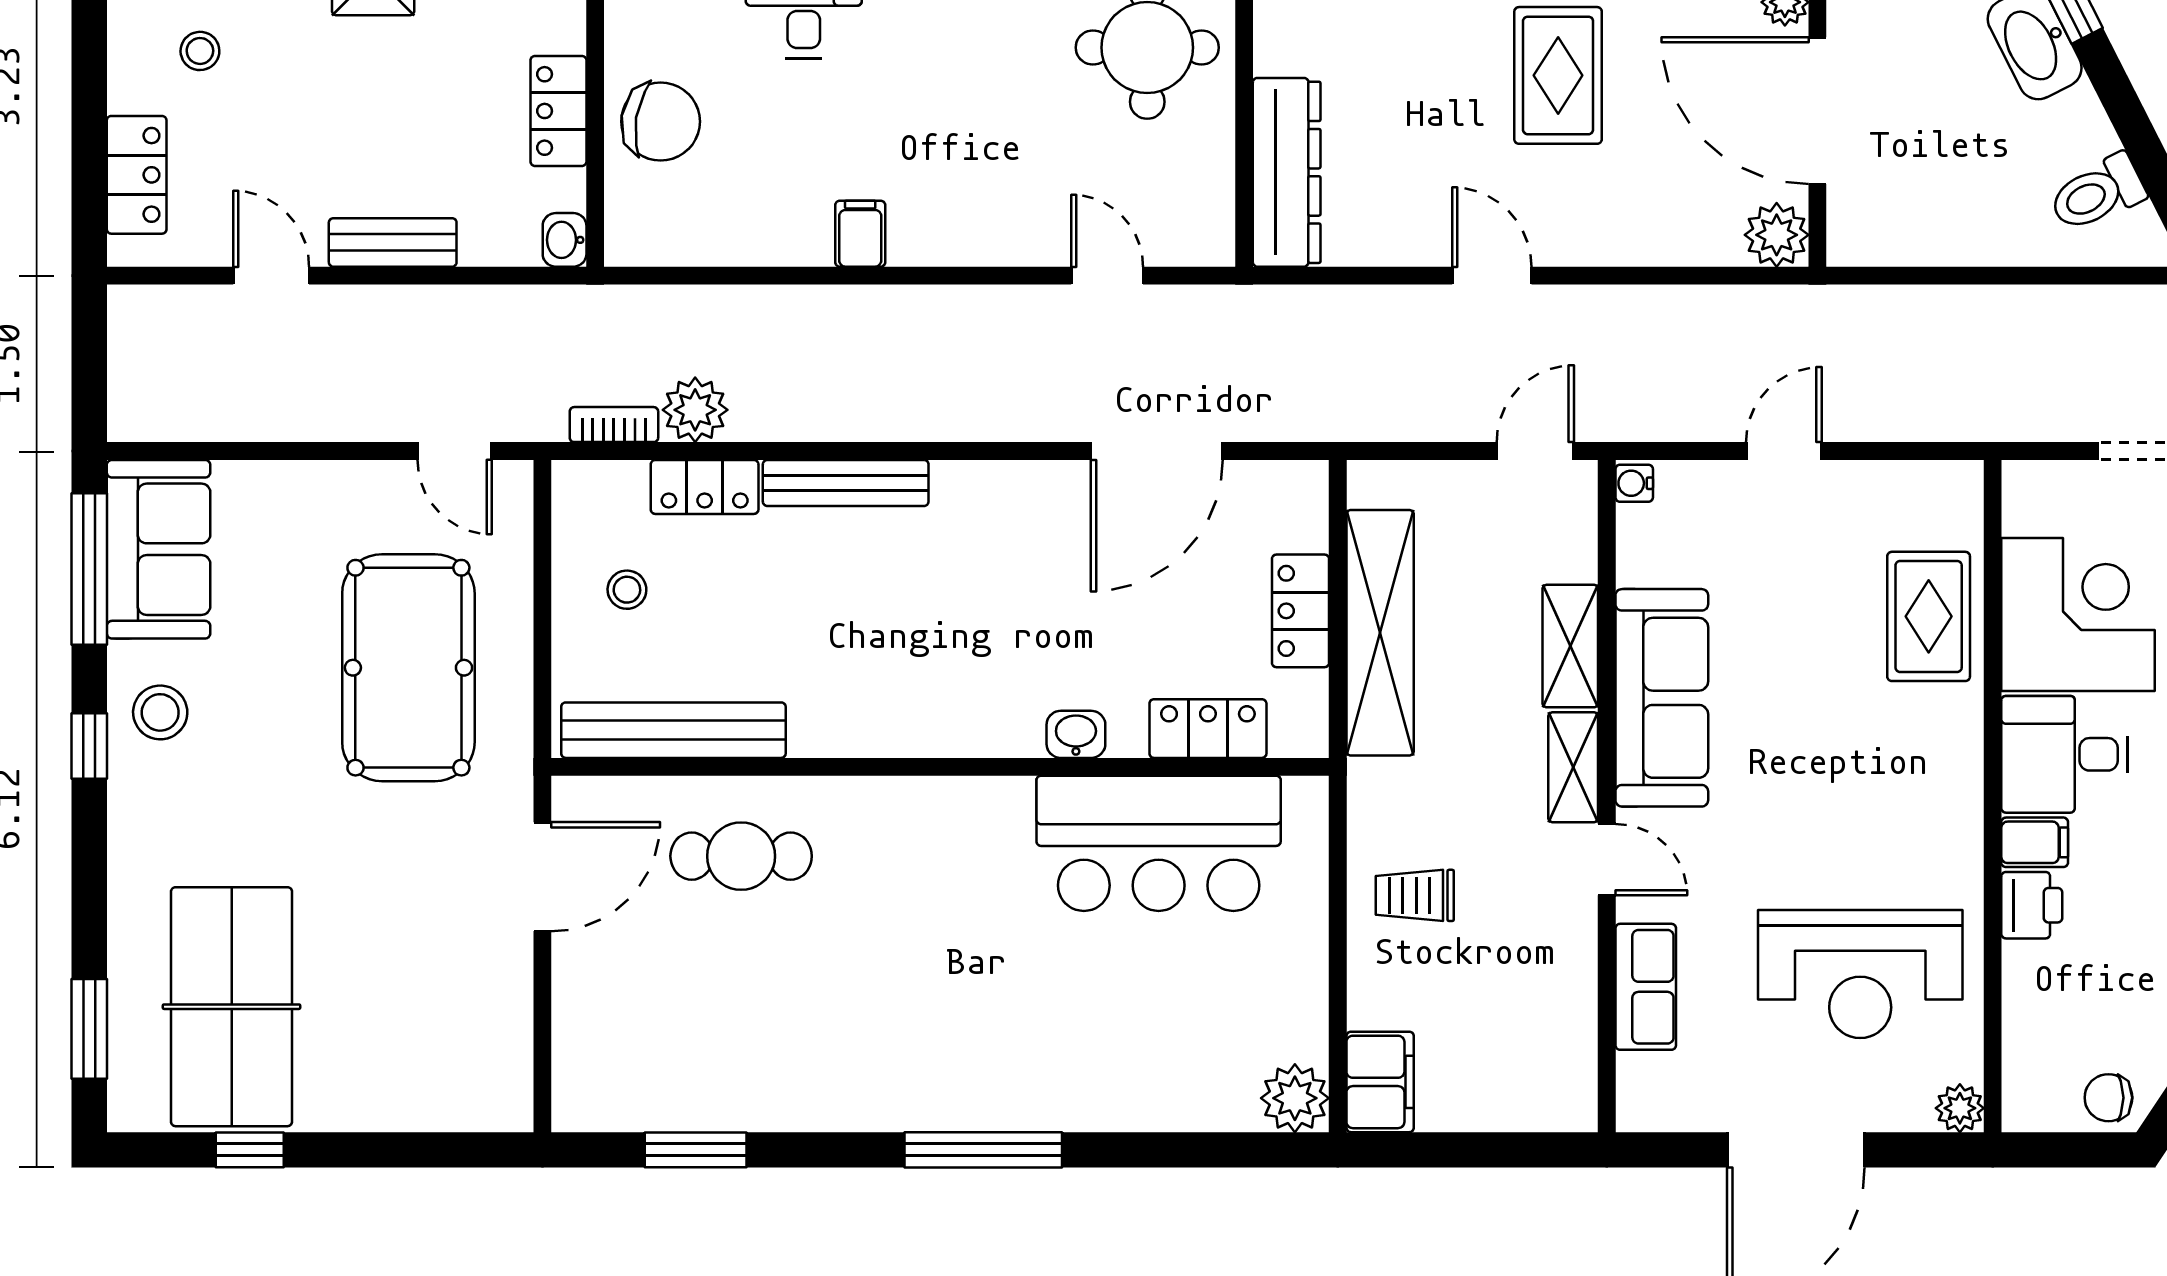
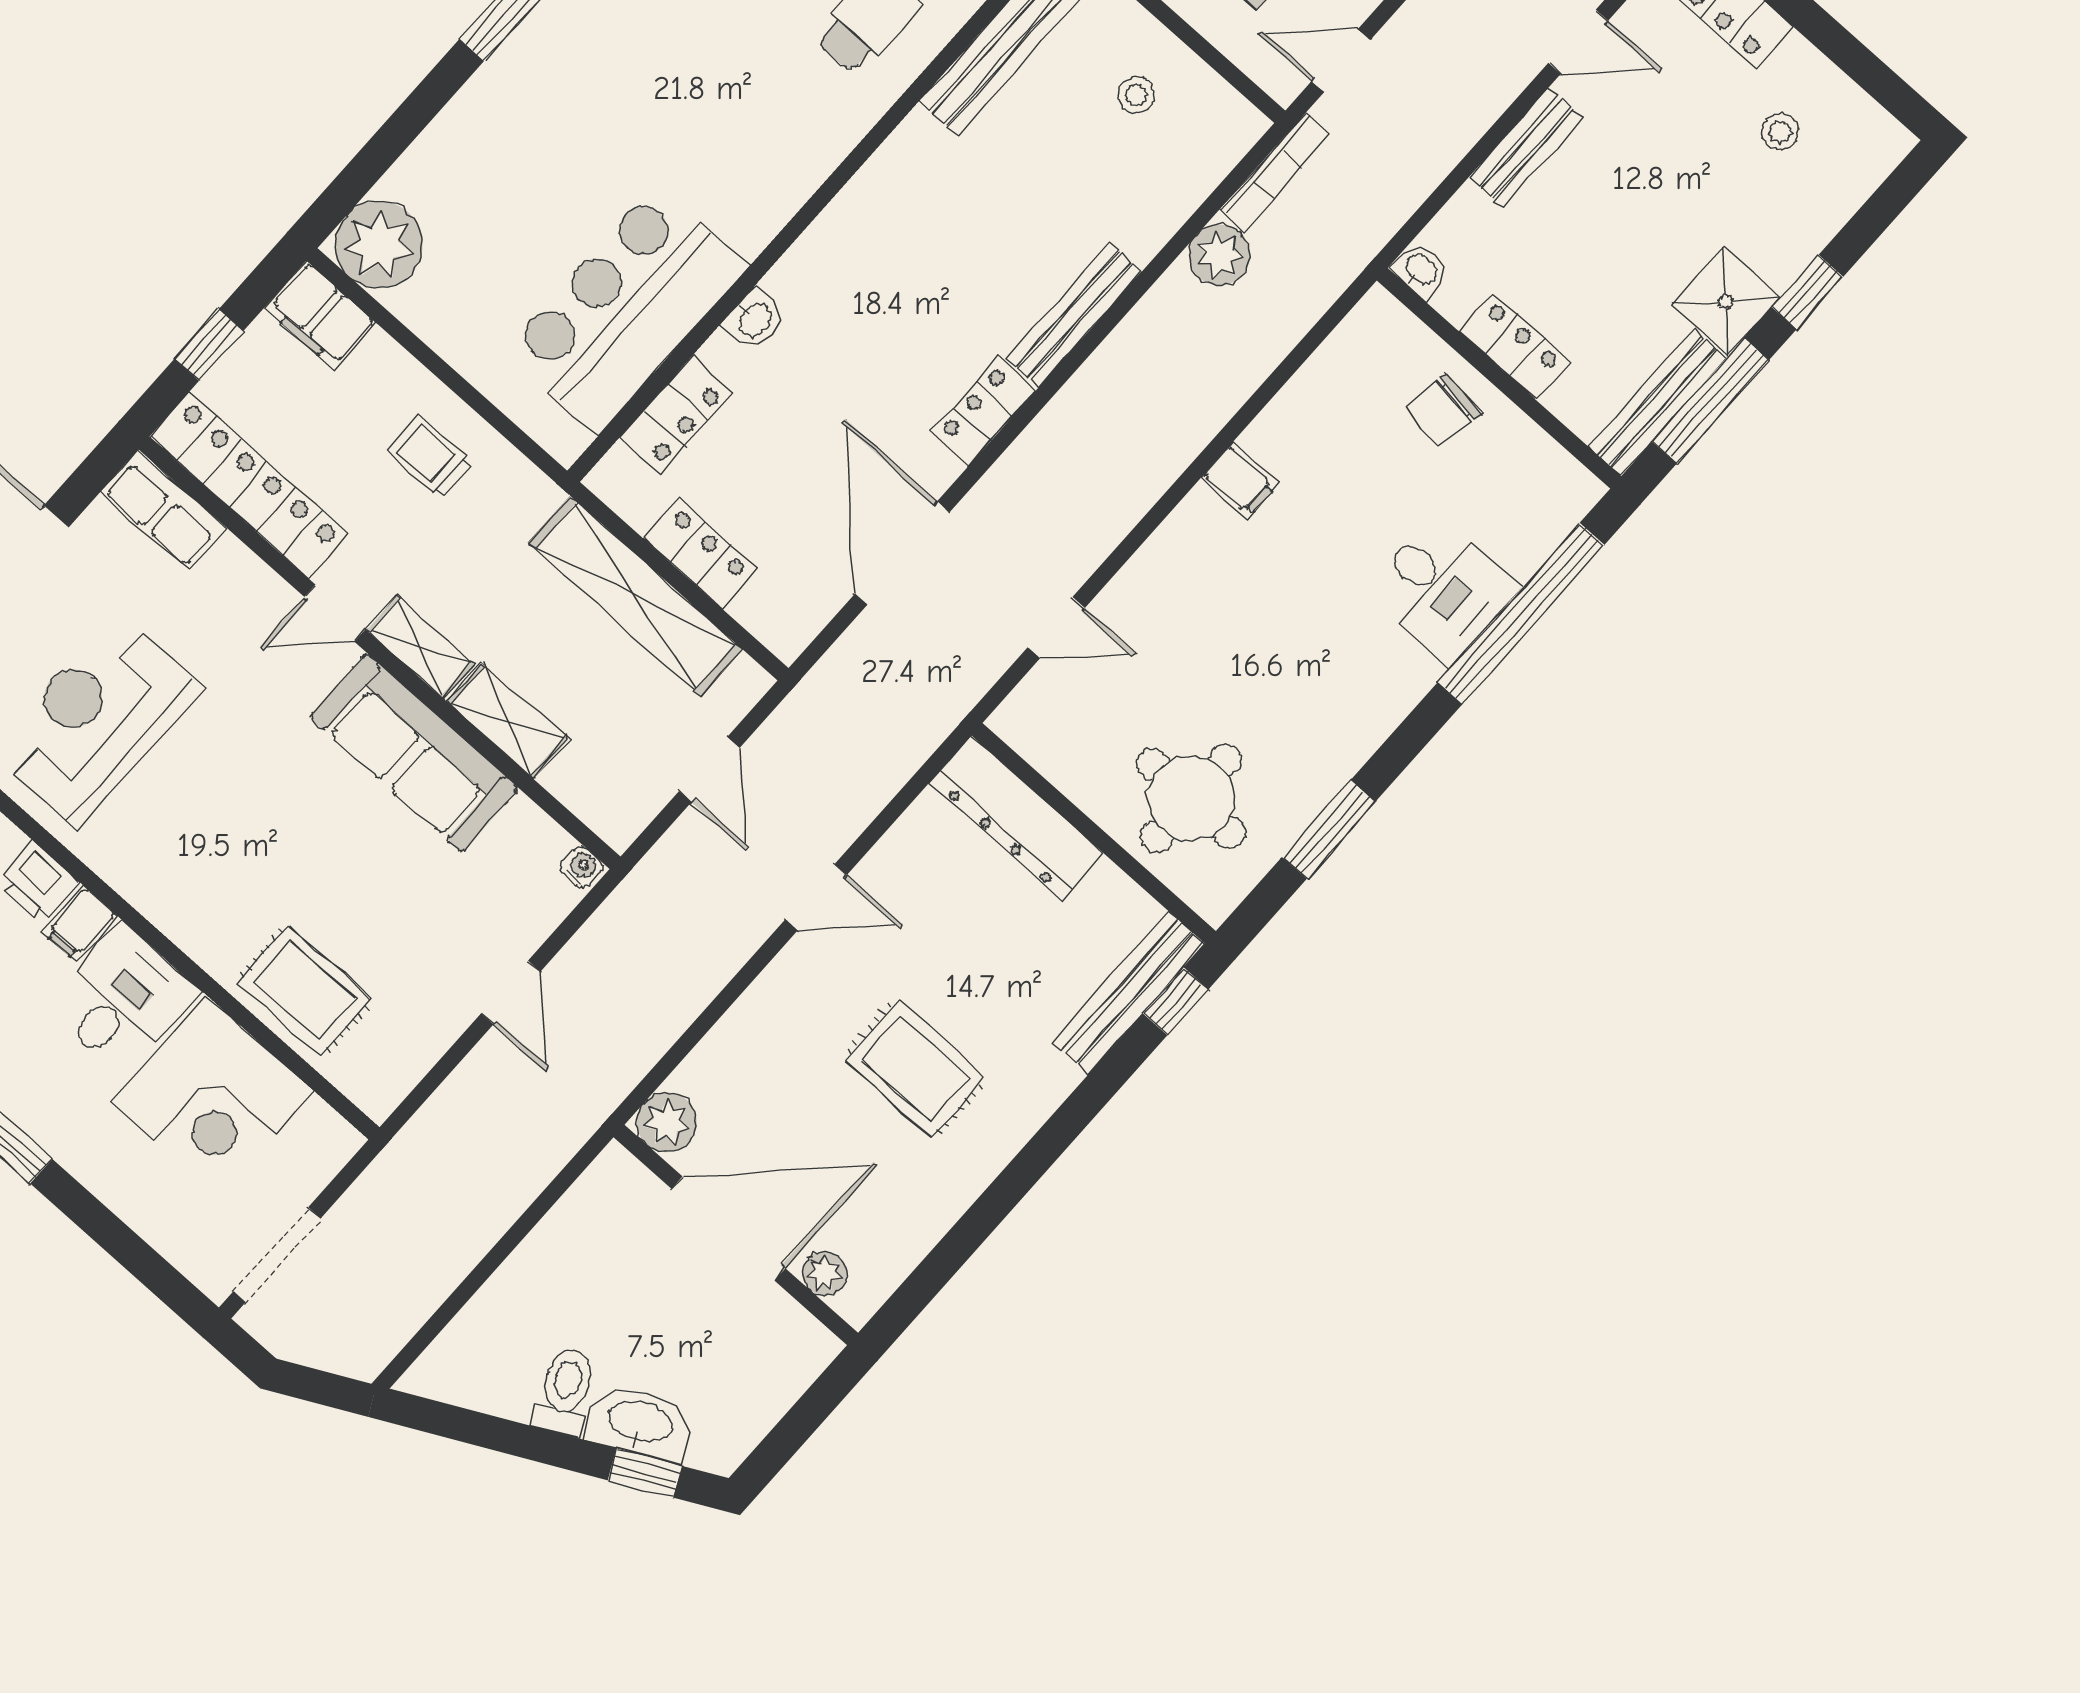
chair: (661, 122) -> (1443, 411), width x0.73, depth x0.73
toilet: (2097, 193) -> (565, 1391), moved
bookcase: (614, 425) -> (1275, 172), width x1.56
door: (1535, 451) -> (709, 770), moved
locker: (705, 487) -> (983, 411), moved
trolley: (1415, 895) -> (430, 456), turned -90
row of seats: (1646, 987) -> (164, 510), moved
locker: (1566, 1018) -> (249, 485), added
plant: (1295, 1098) -> (379, 245), width x1.36, depth x1.36
window: (1483, 1150) -> (209, 345), added

